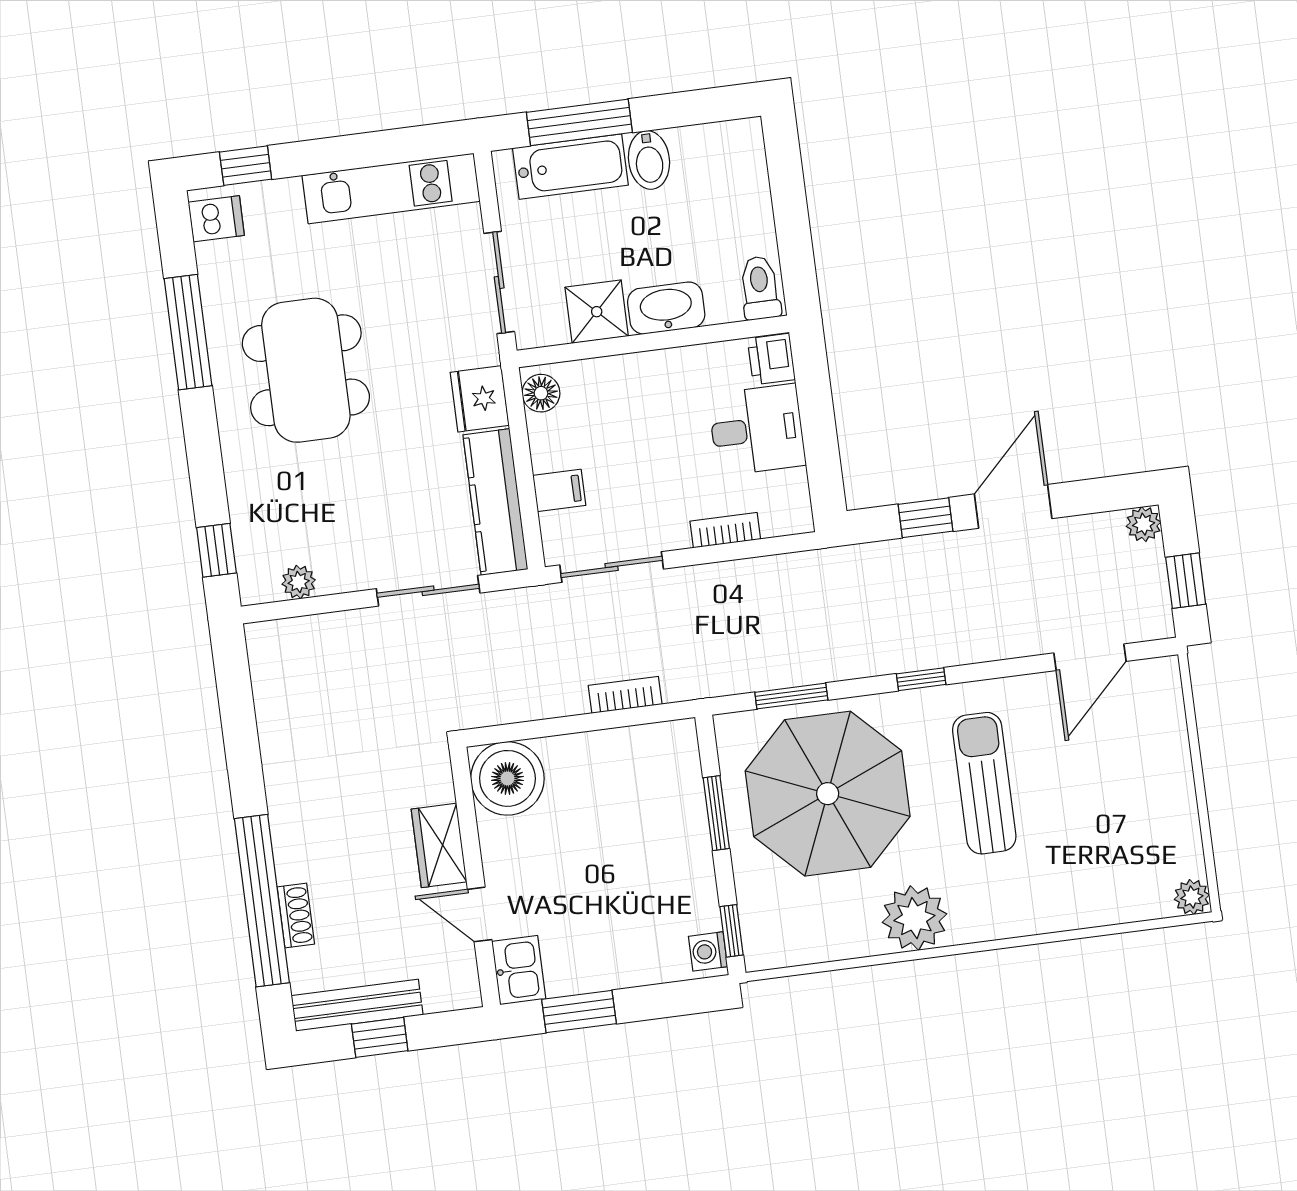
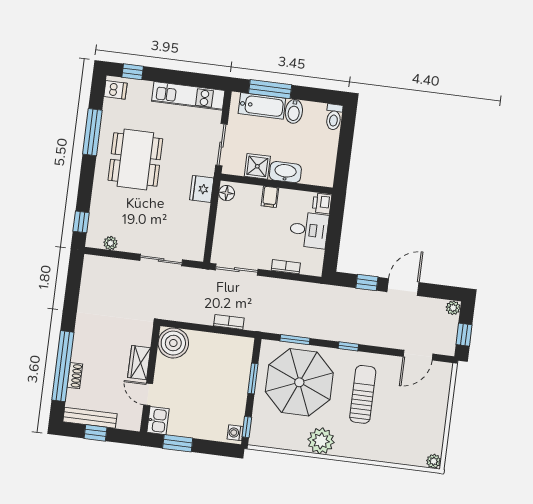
toilet: (760, 288) -> (334, 117), moved, turned 180
filing cabinet: (559, 490) -> (270, 197), moved, turned 90
kitchen counter: (495, 502) -> (197, 232), removed

